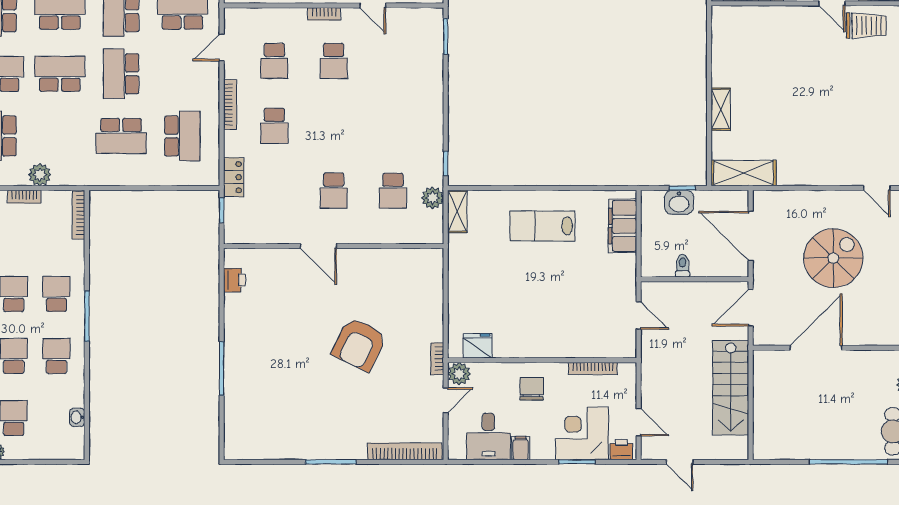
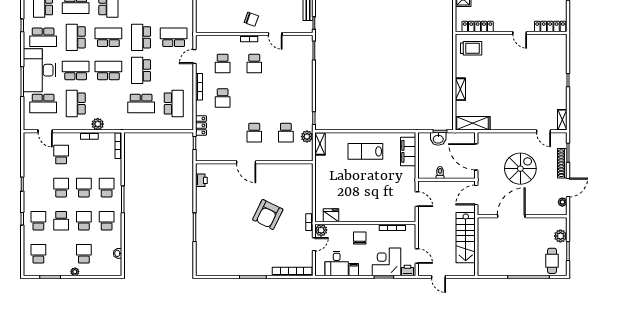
trolley: (866, 26) -> (471, 48), moved

